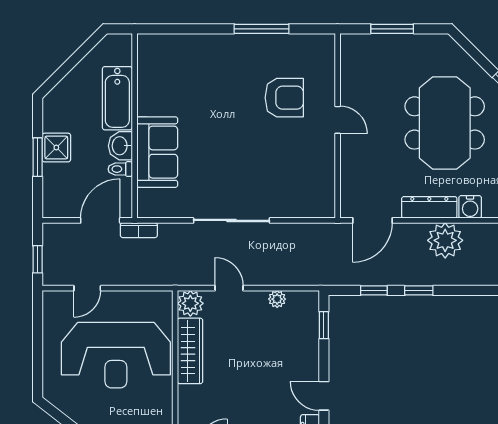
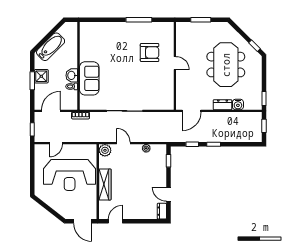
bathtub: (117, 98) -> (51, 47), moved, turned -135
dresser: (429, 207) -> (223, 105), width x0.70
door: (100, 220) -> (51, 111), moved
plant: (445, 240) -> (226, 120), removed
wardrobe: (190, 351) -> (105, 184), moved

